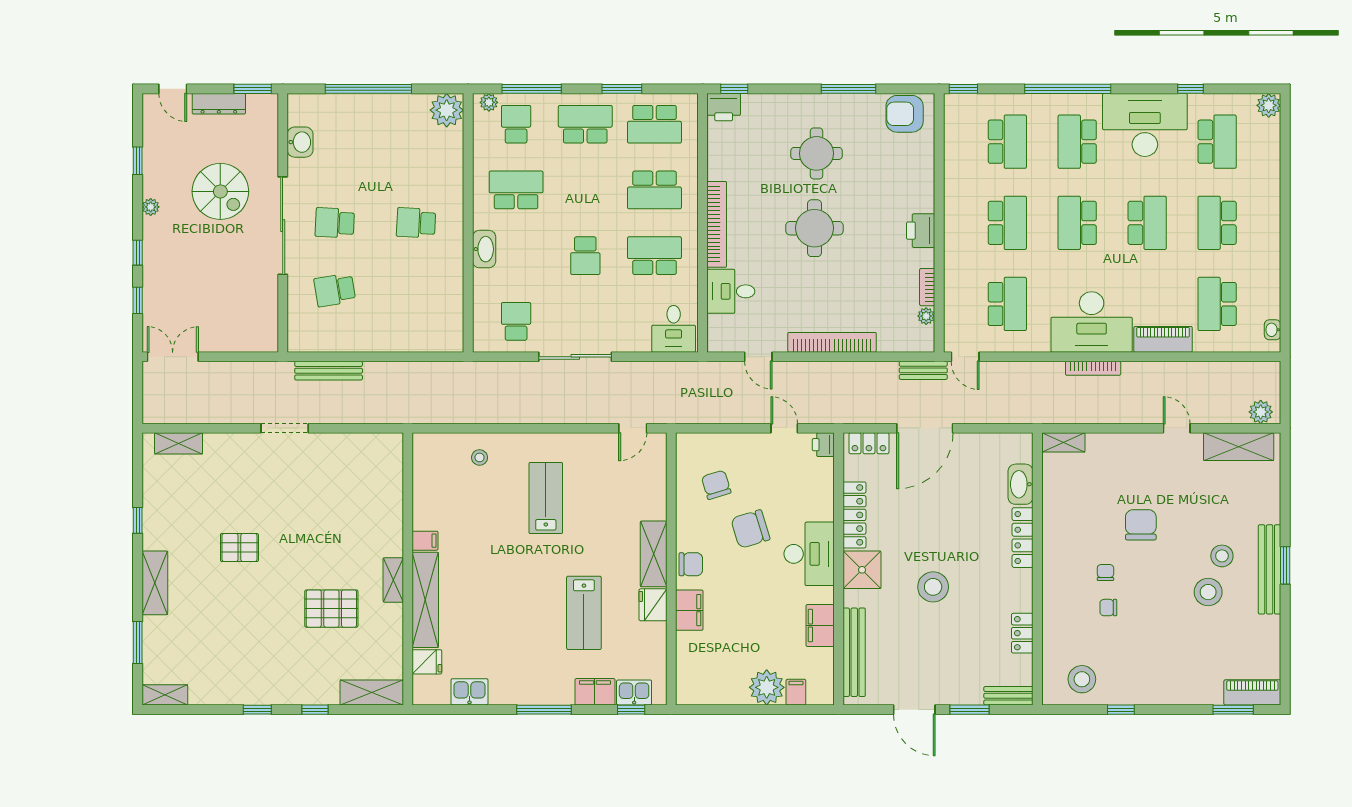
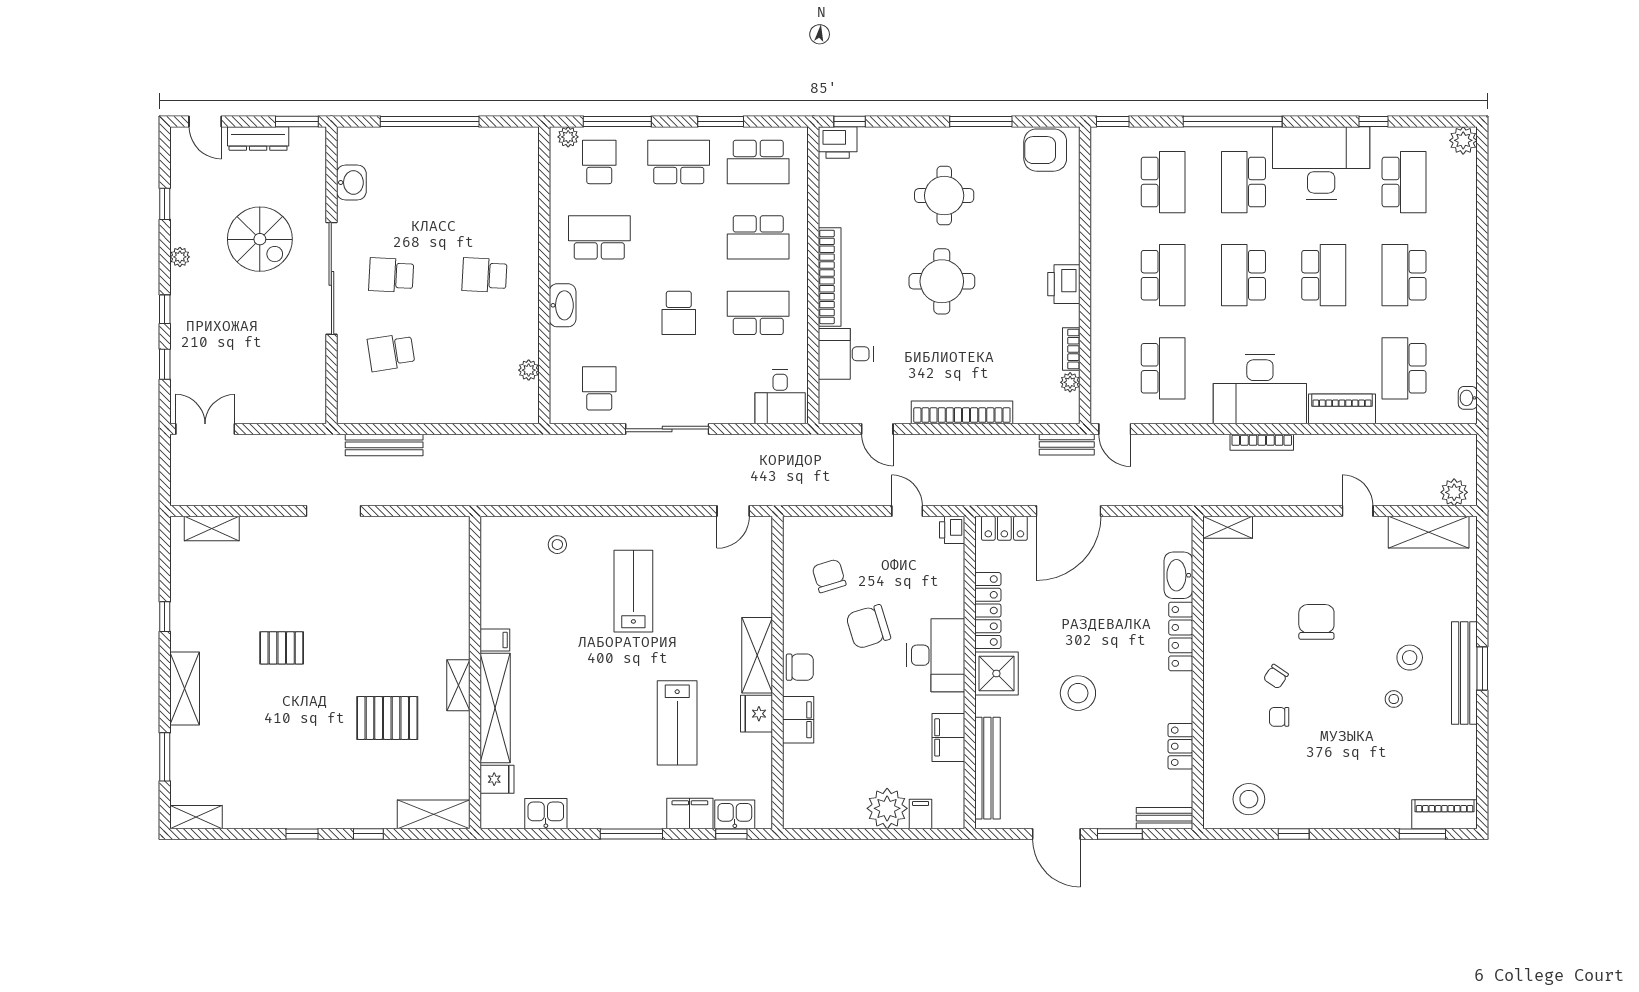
plant: (447, 110) -> (529, 370), moved, width x0.53, depth x0.53
chair: (1105, 572) -> (1276, 677), turned -146
stool: (1208, 592) -> (1394, 699), width x0.53, depth x0.53

